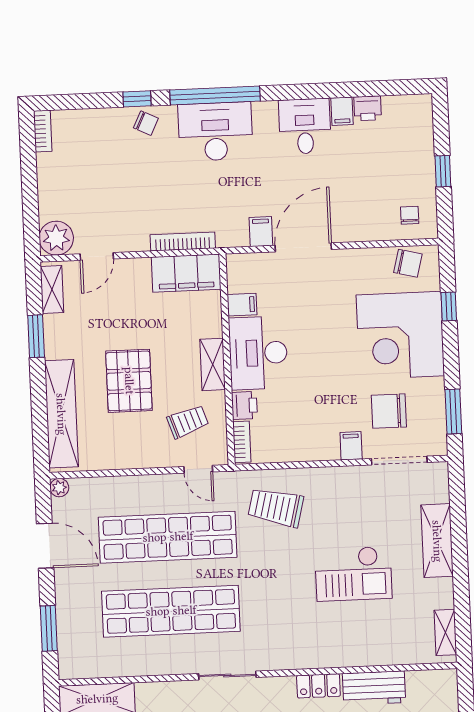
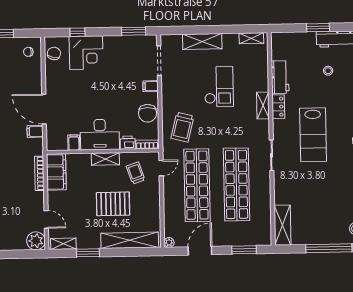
corner desk: (400, 335) -> (86, 53), width x0.74, depth x0.74
chair: (389, 411) -> (148, 113), moved
shelving: (320, 657) -> (263, 105), added

